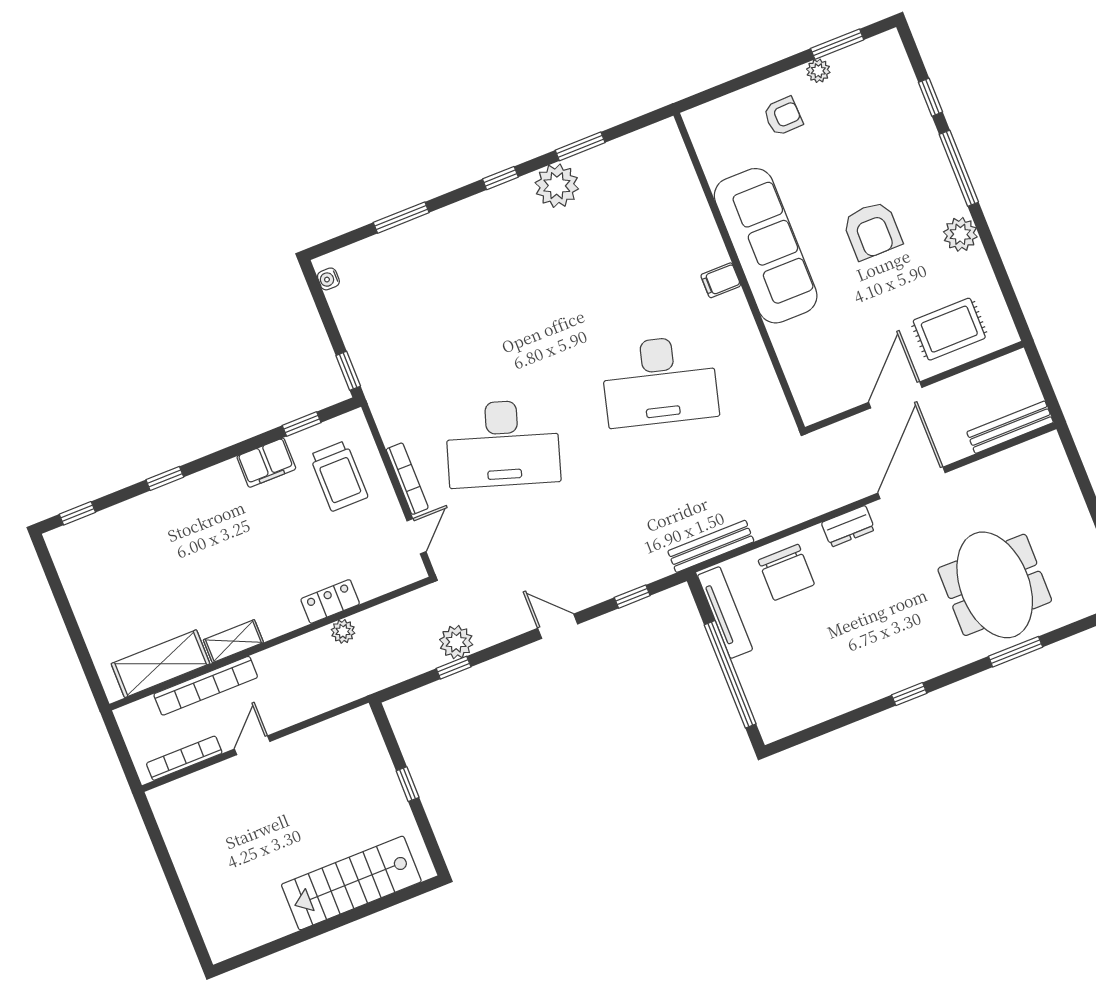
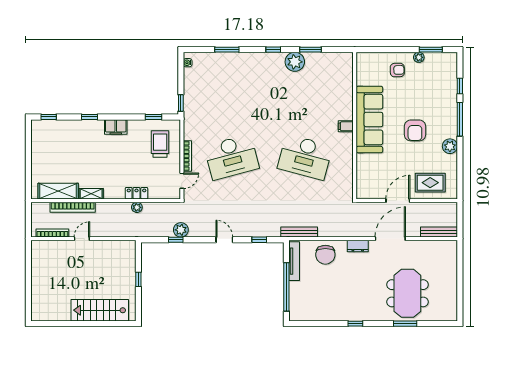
desk: (503, 443) -> (232, 157), turned -33
filing cabinet: (266, 463) -> (116, 127), moved
trolley: (339, 476) -> (160, 144), turned 180

